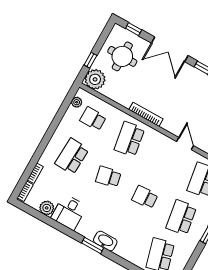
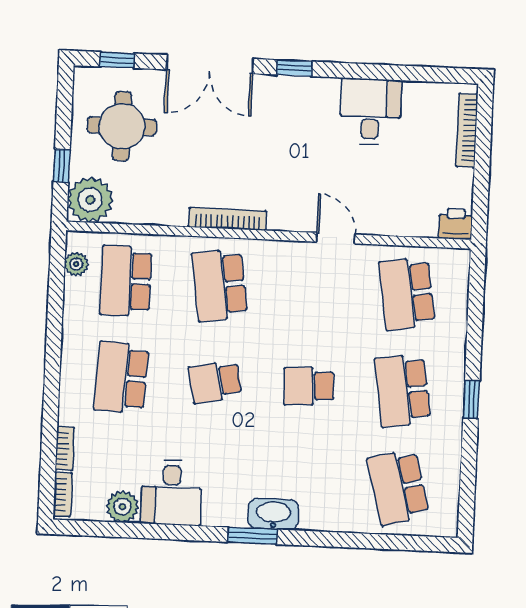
school desk: (93, 119) -> (126, 281), width x1.85

